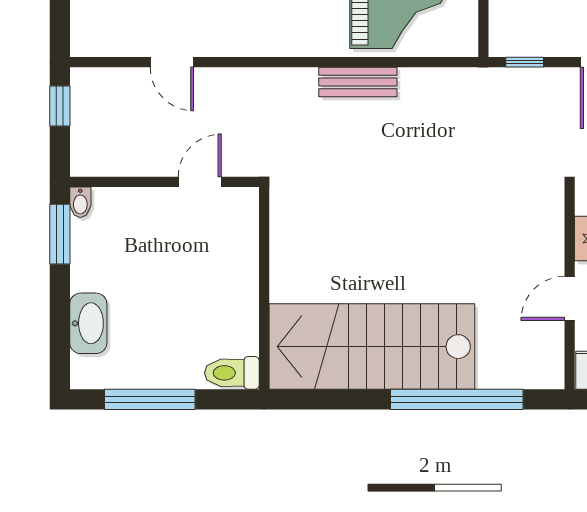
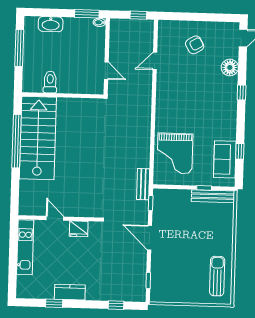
bench: (358, 82) -> (143, 184), moved
toilet: (232, 373) -> (50, 82), moved
window: (457, 399) -> (16, 141), moved

